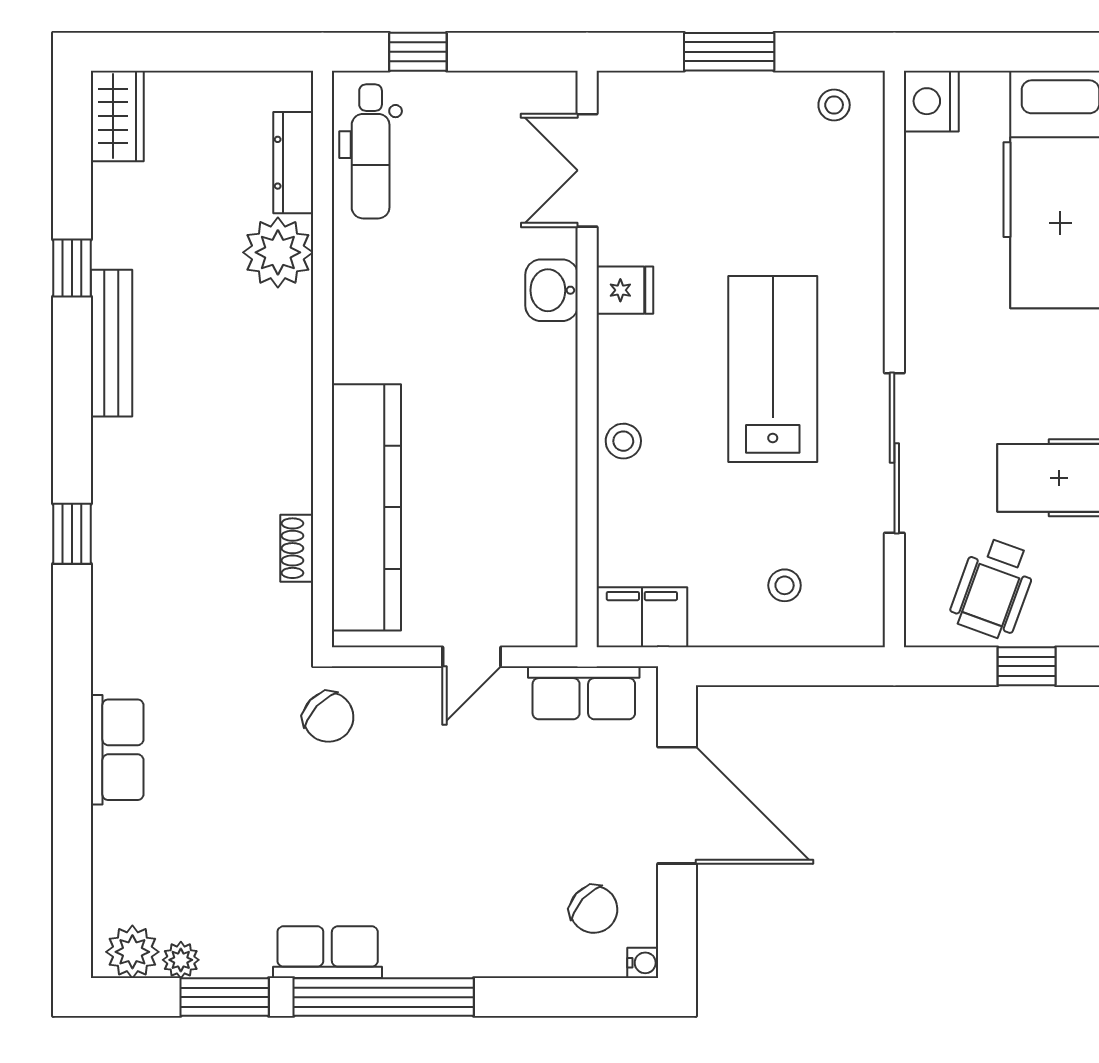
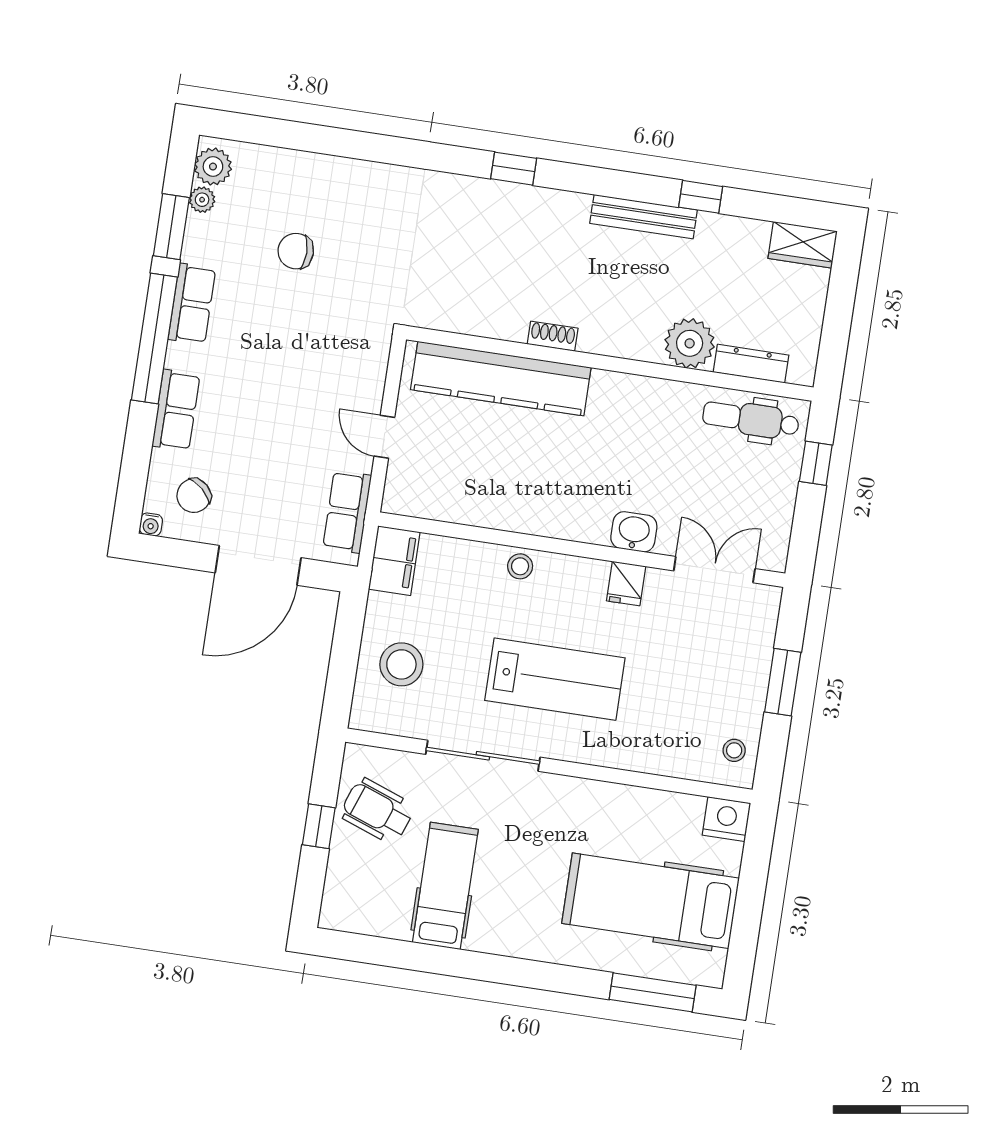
shoe rack: (297, 548) -> (553, 336), moved
stool: (785, 585) -> (401, 664), width x1.89, depth x1.89
chair: (328, 717) -> (296, 251), moved, turned 47
row of seats: (117, 750) -> (176, 410), moved, turned -90

